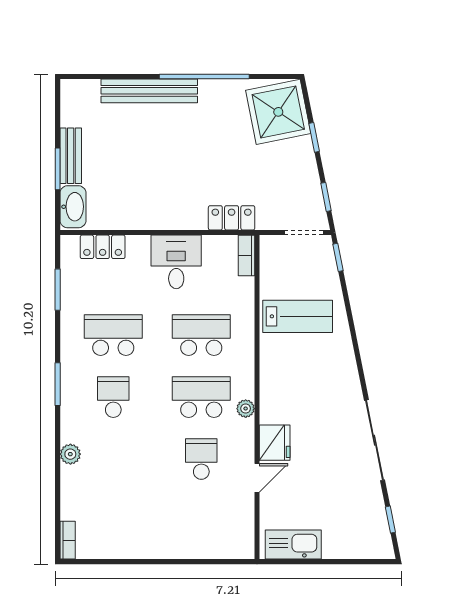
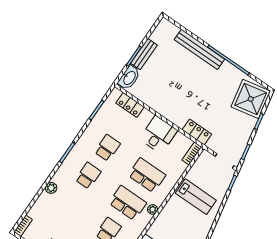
school desk: (113, 335) -> (107, 148), width x0.54
plant: (246, 409) -> (153, 209), moved

